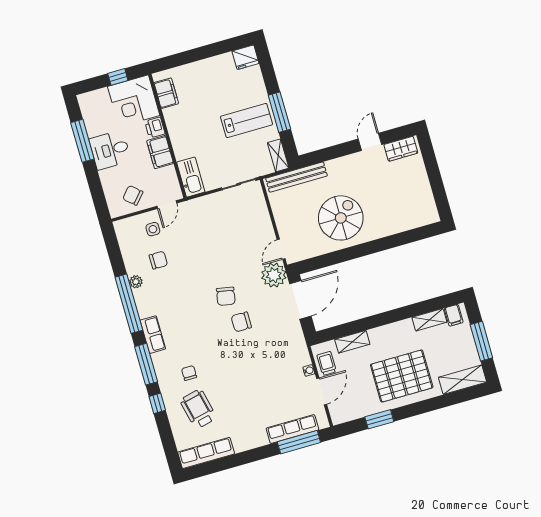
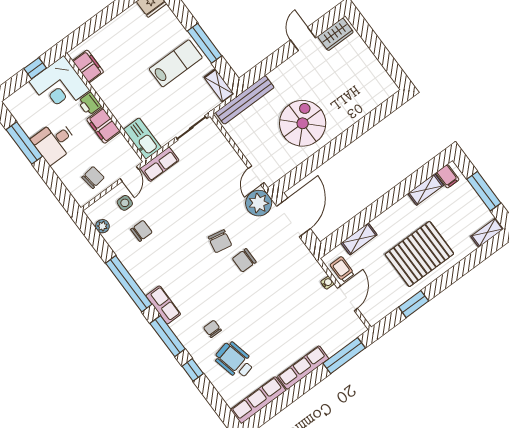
chair: (133, 195) -> (93, 177), turned 131
row of seats: (198, 206) -> (160, 164), added
plant: (136, 282) -> (102, 226), moved
shelving: (463, 380) -> (487, 233), width x0.67, depth x0.75
row of seats: (292, 429) -> (303, 368), moved

